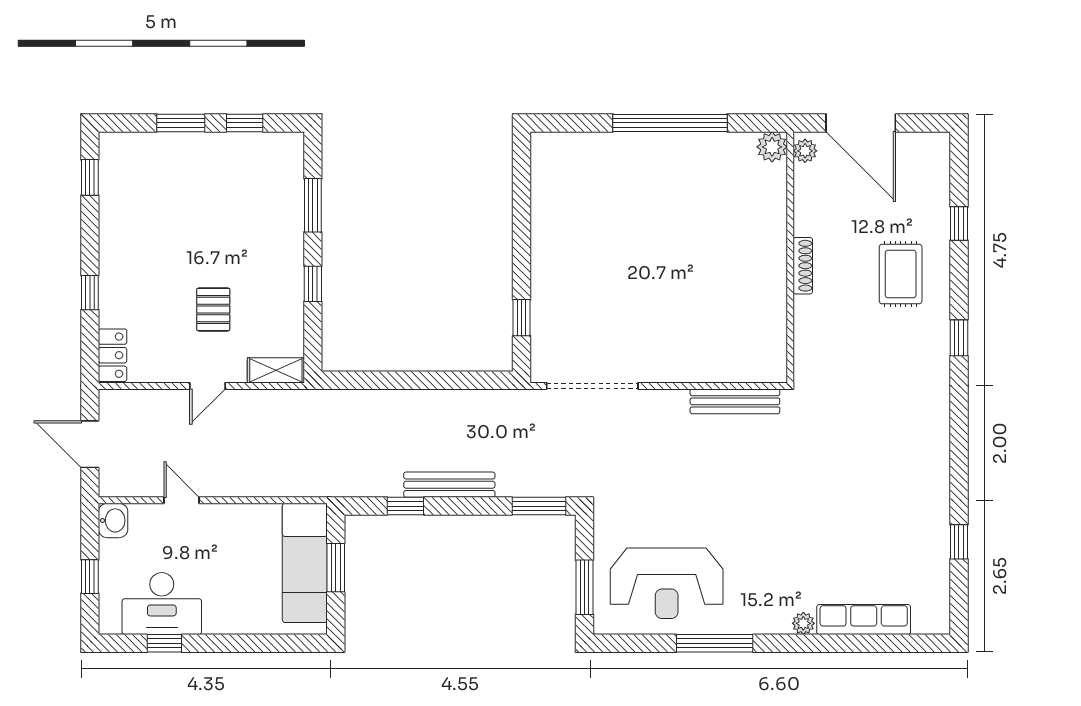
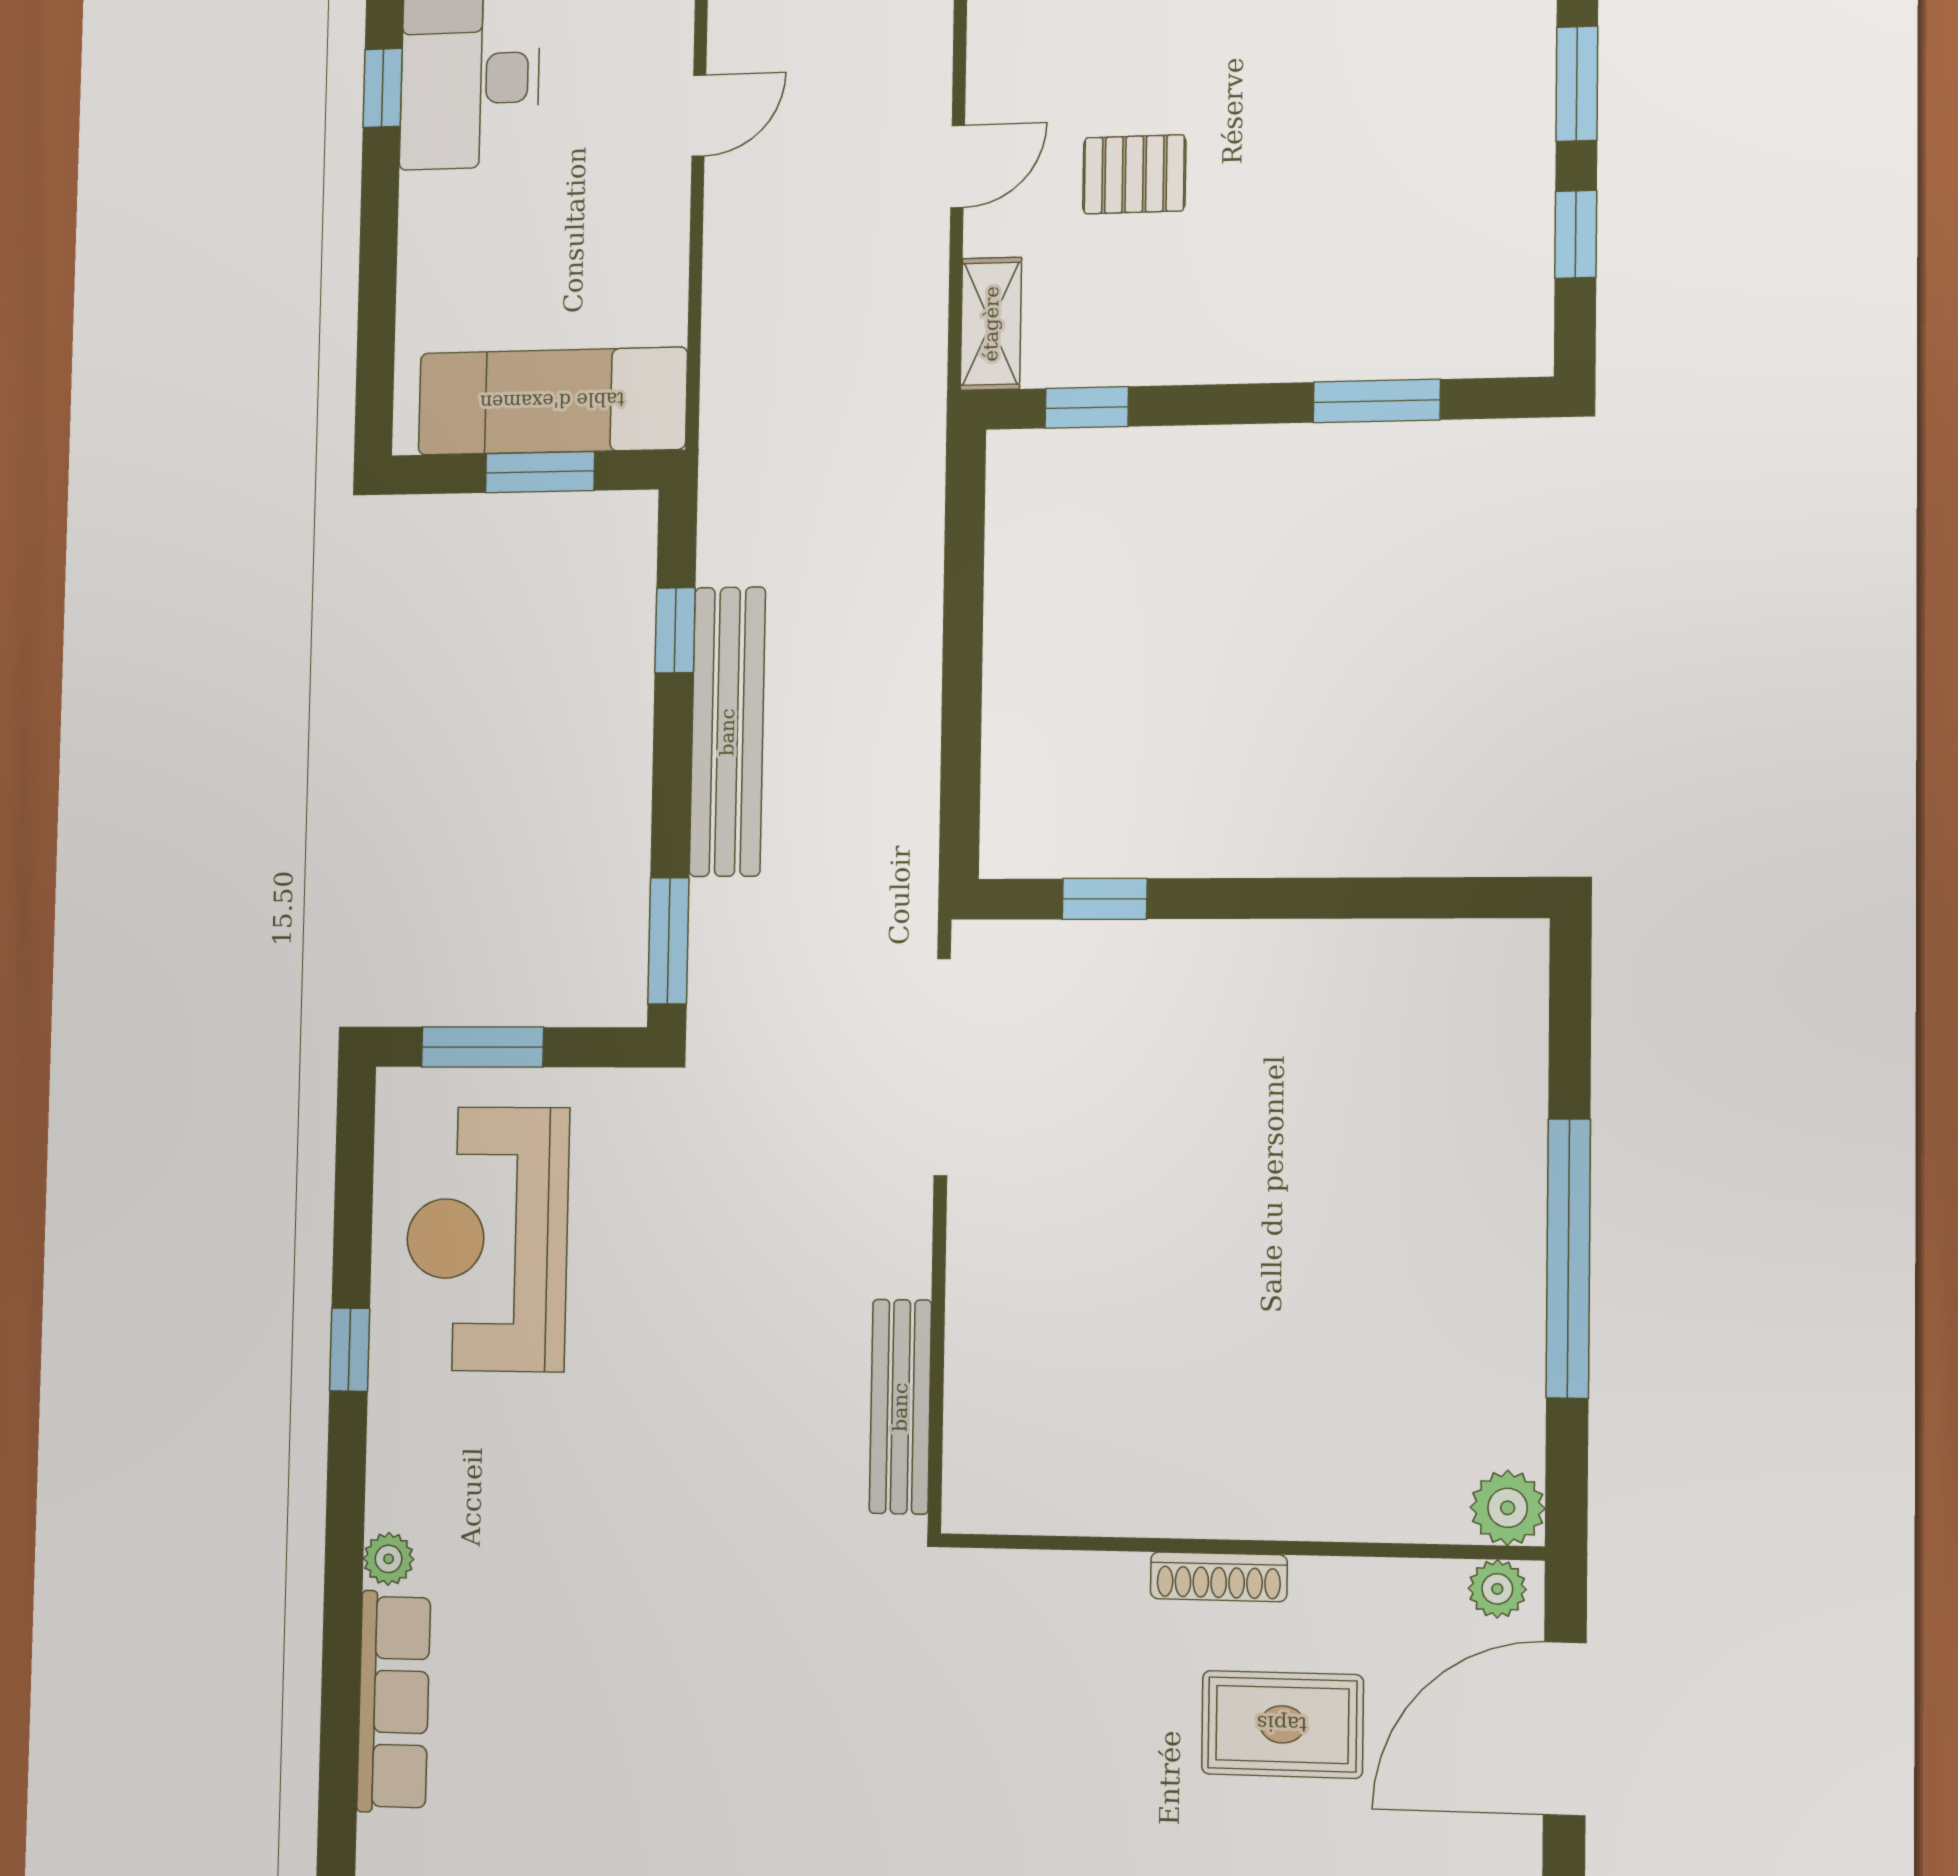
rug: (901, 274) -> (1282, 1724), moved
window: (313, 284) -> (1087, 407), moved
door: (207, 386) -> (958, 166), swing flipped
bench: (449, 485) -> (727, 732), width x1.37, depth x1.21
window: (715, 643) -> (350, 1350), width x0.46

